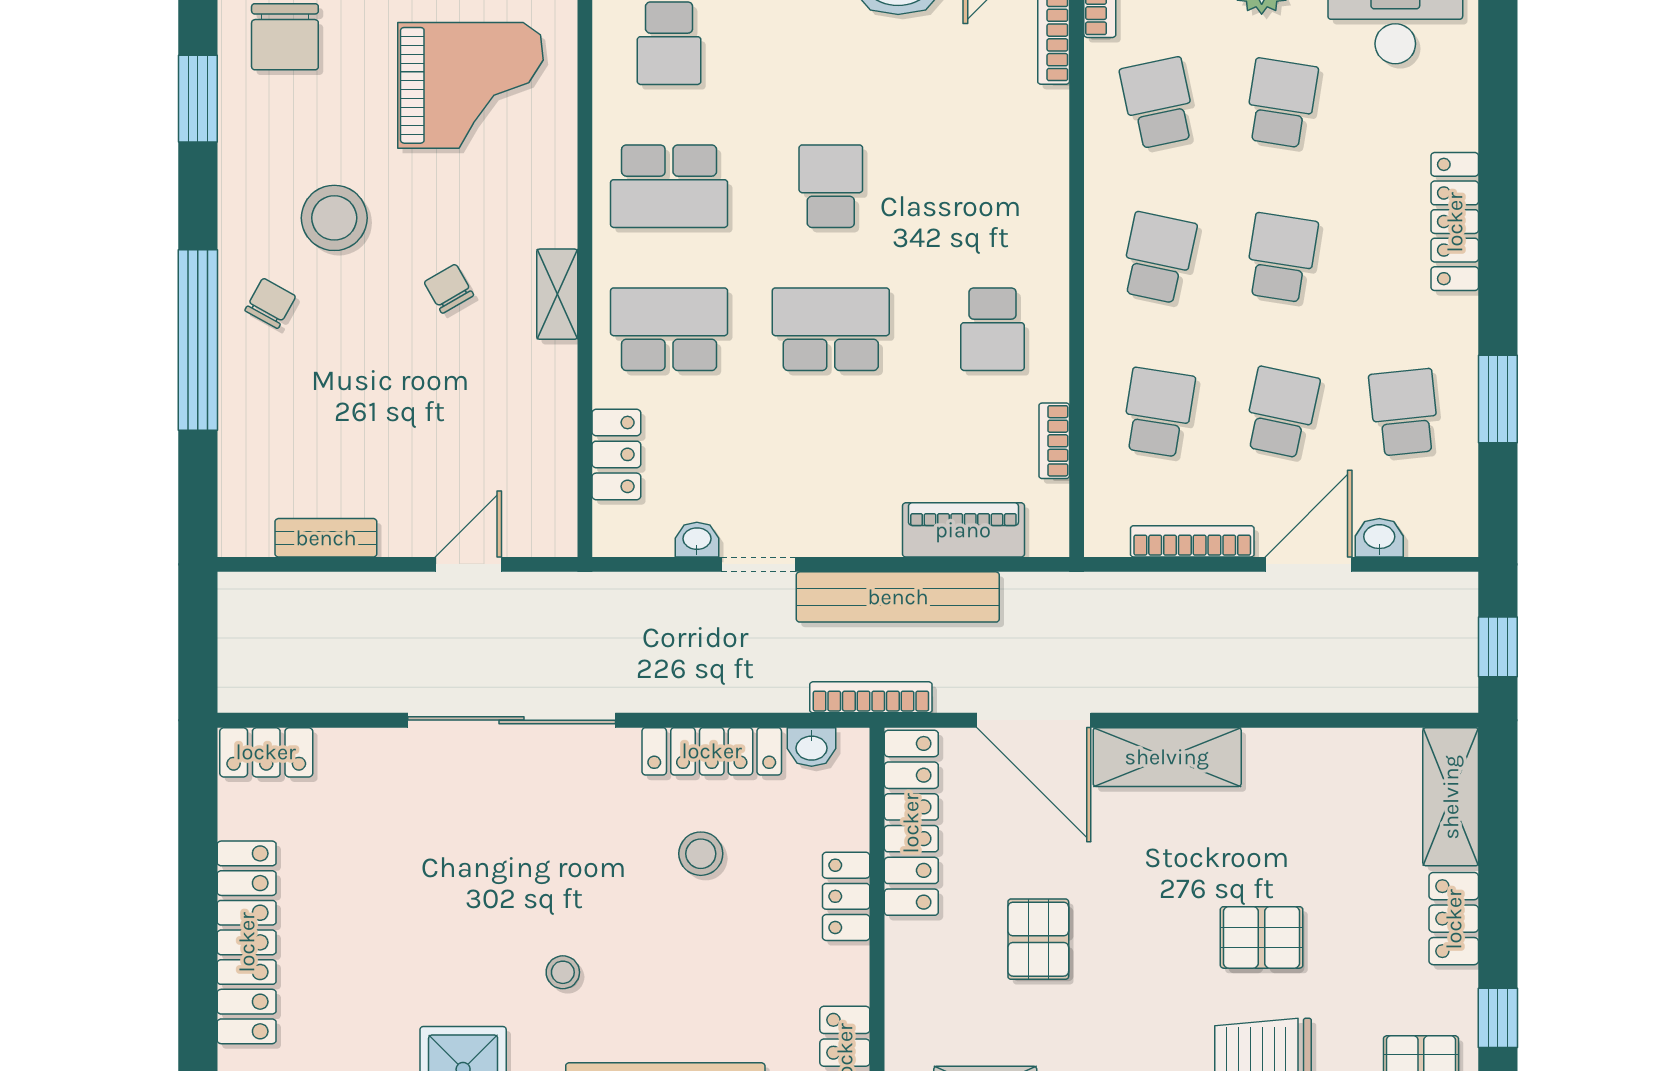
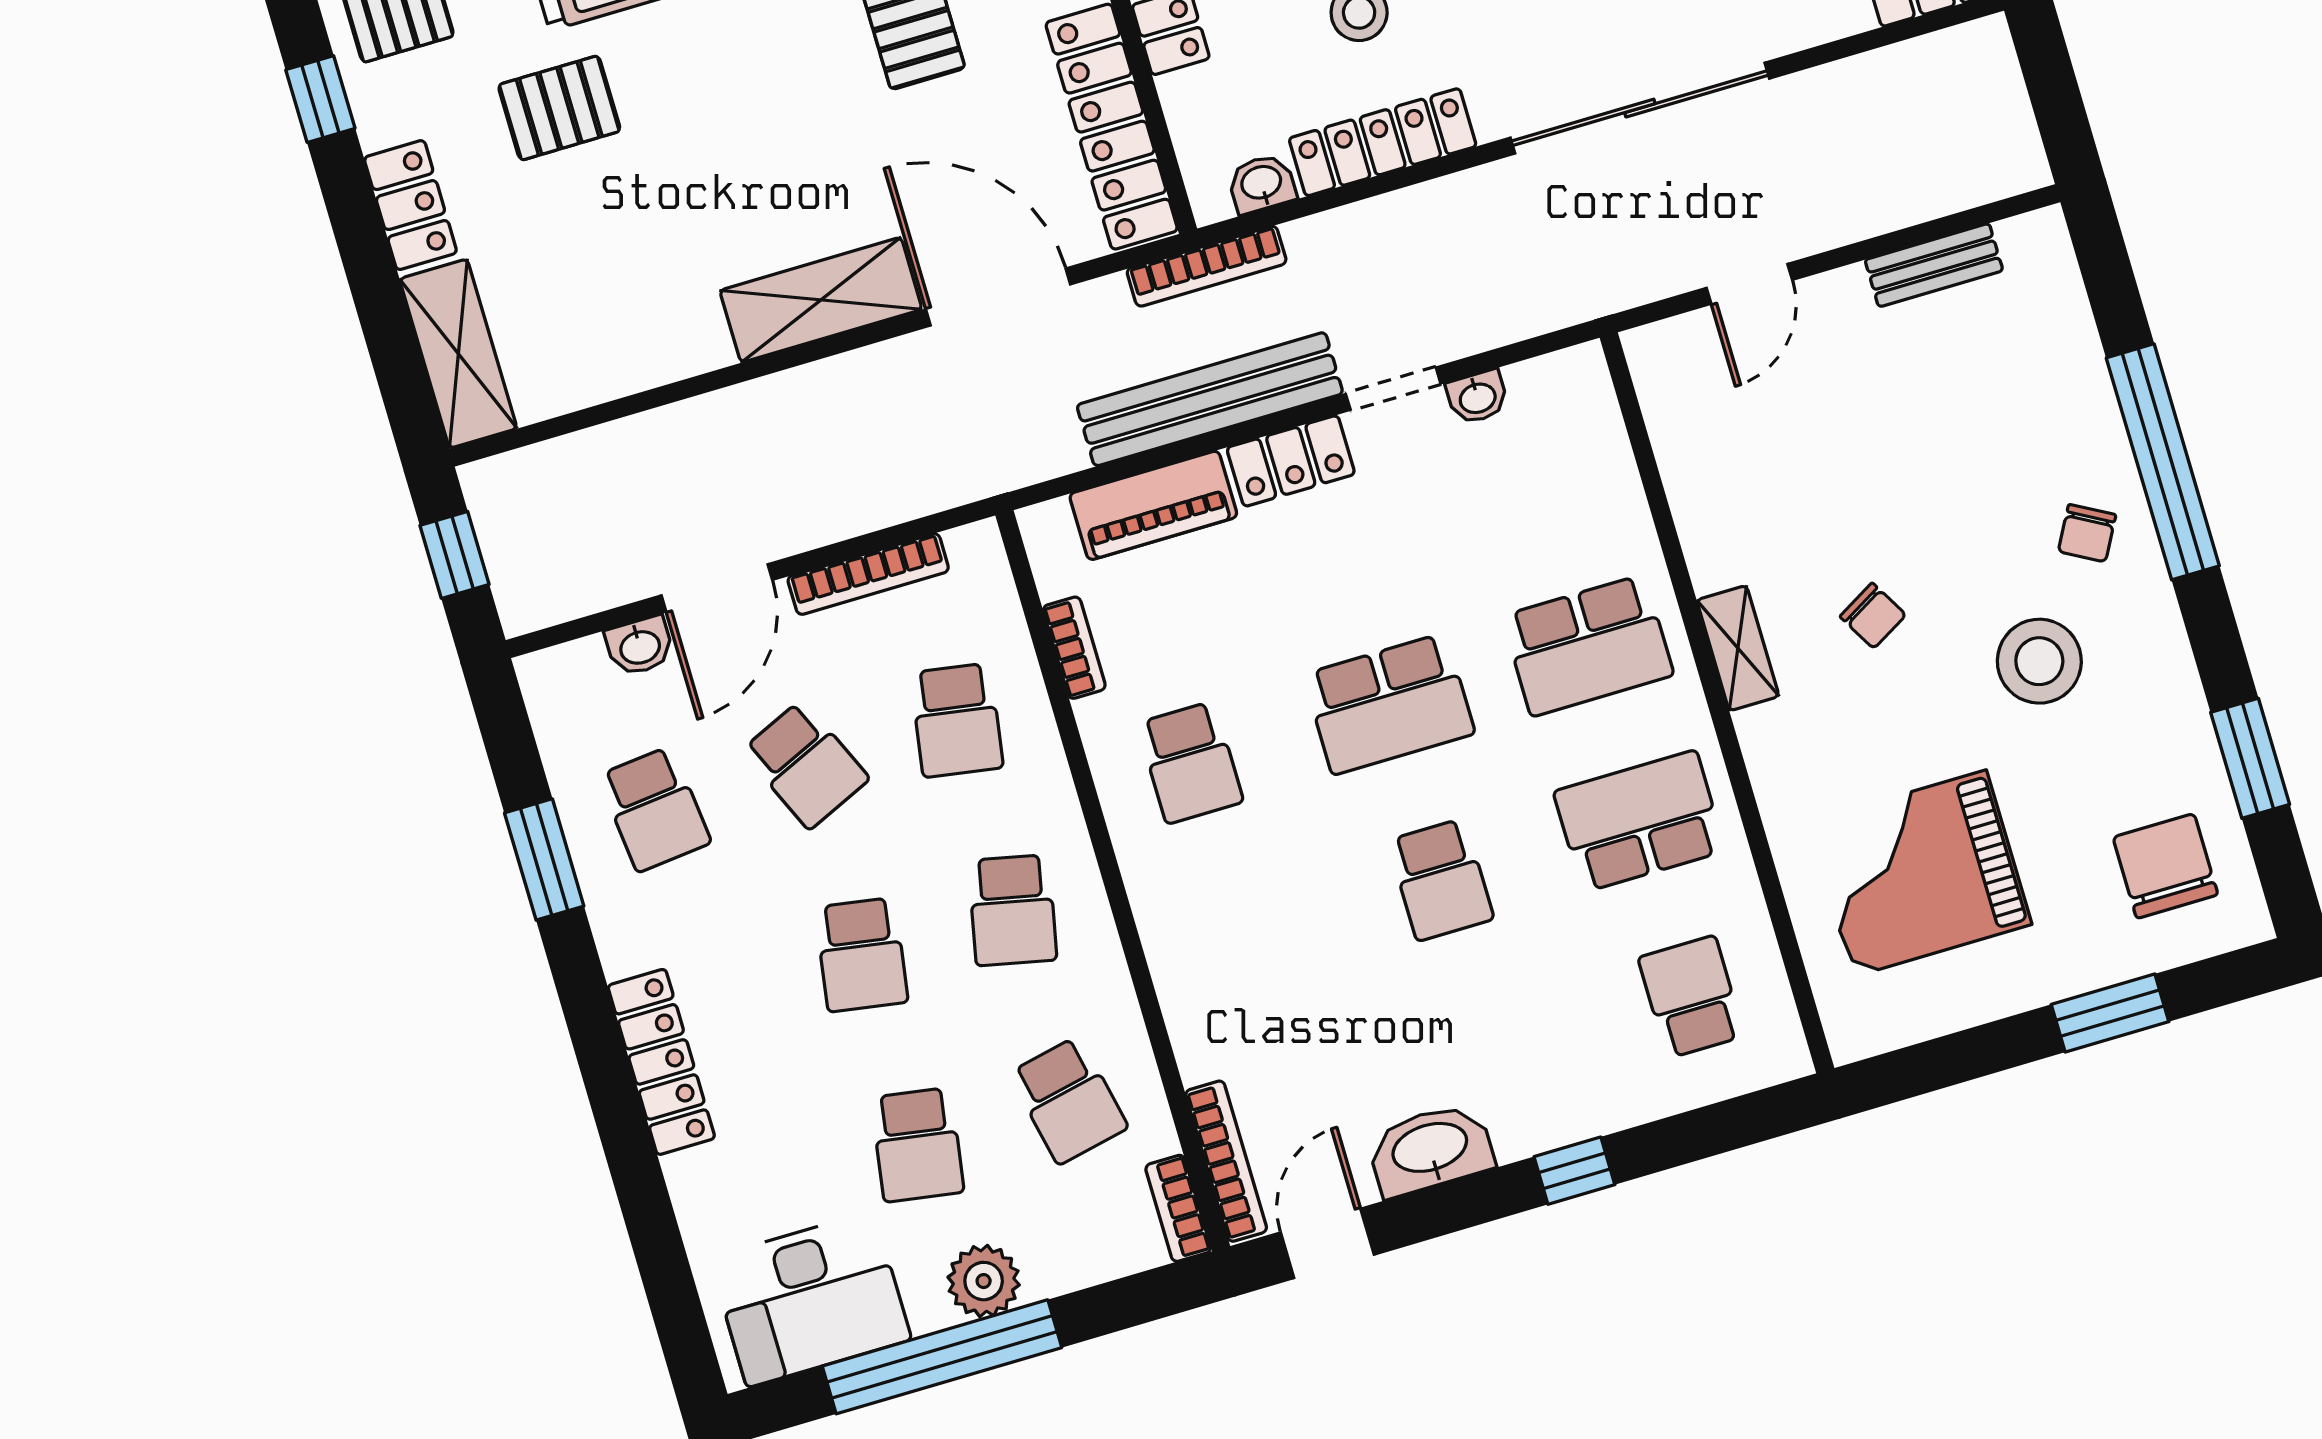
school desk: (993, 329) -> (1190, 762), turned 180
school desk: (1281, 412) -> (806, 765), turned -36
locker: (616, 454) -> (1291, 461), moved, turned -90
pallet: (1262, 937) -> (559, 108), moved

